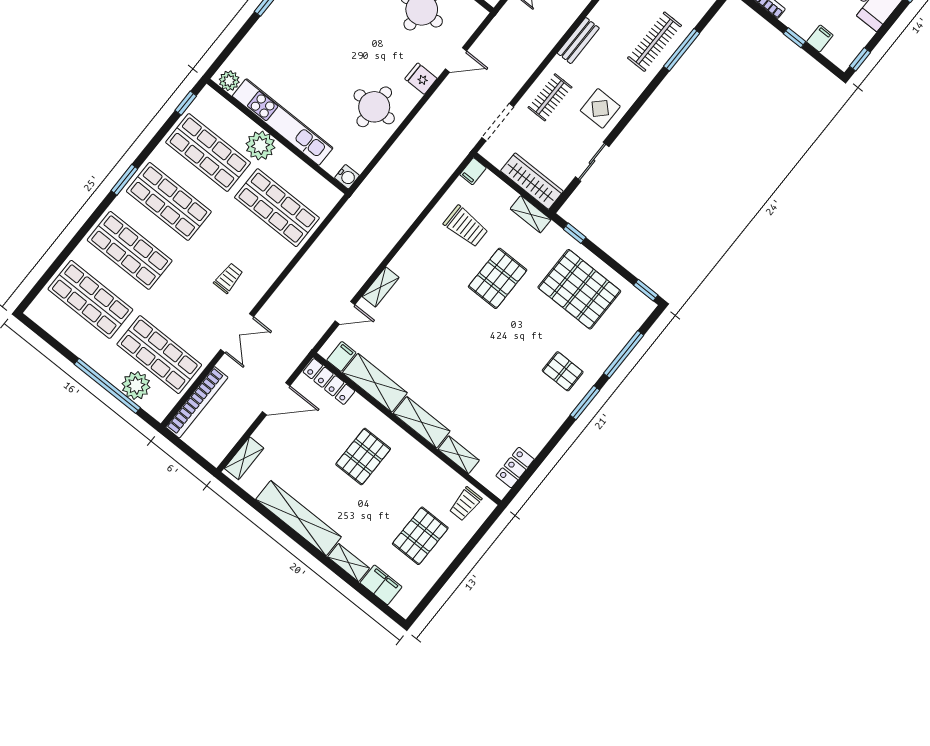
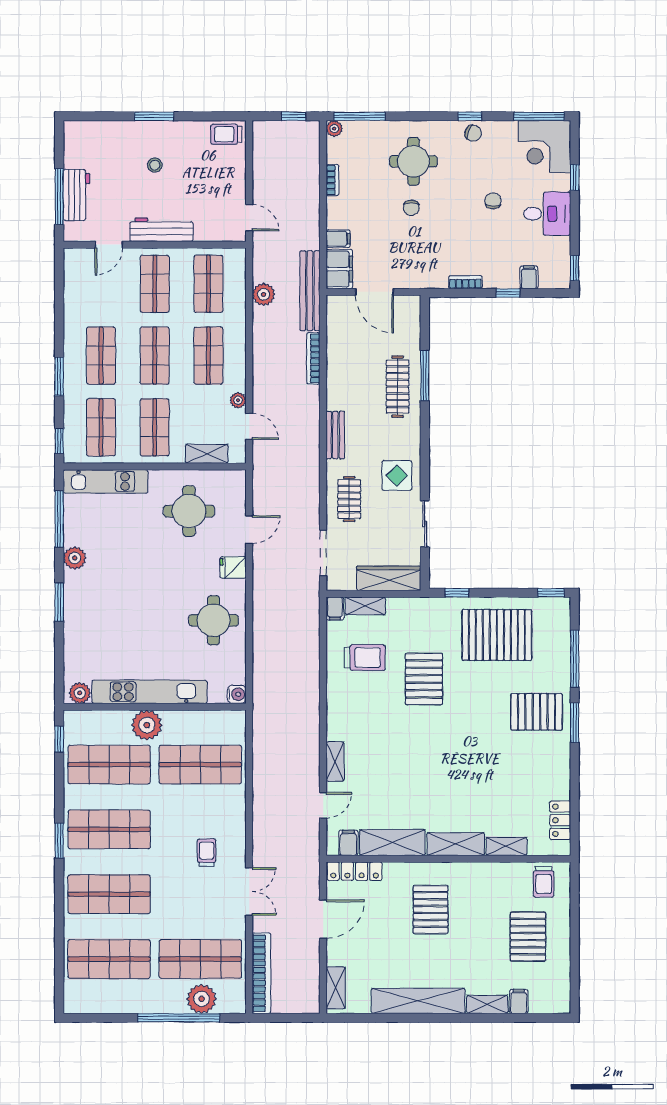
shelving: (531, 214) -> (365, 606), moved
pallet: (563, 371) -> (536, 712), width x1.50, depth x1.42
filing cabinet: (381, 585) -> (519, 1001), width x0.50

